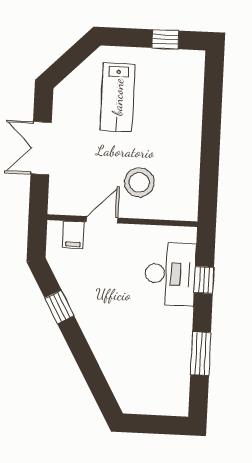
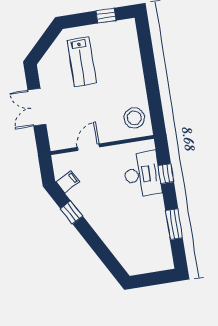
stool: (139, 182) -> (134, 118), moved
filing cabinet: (73, 235) -> (68, 182), moved, turned -119

